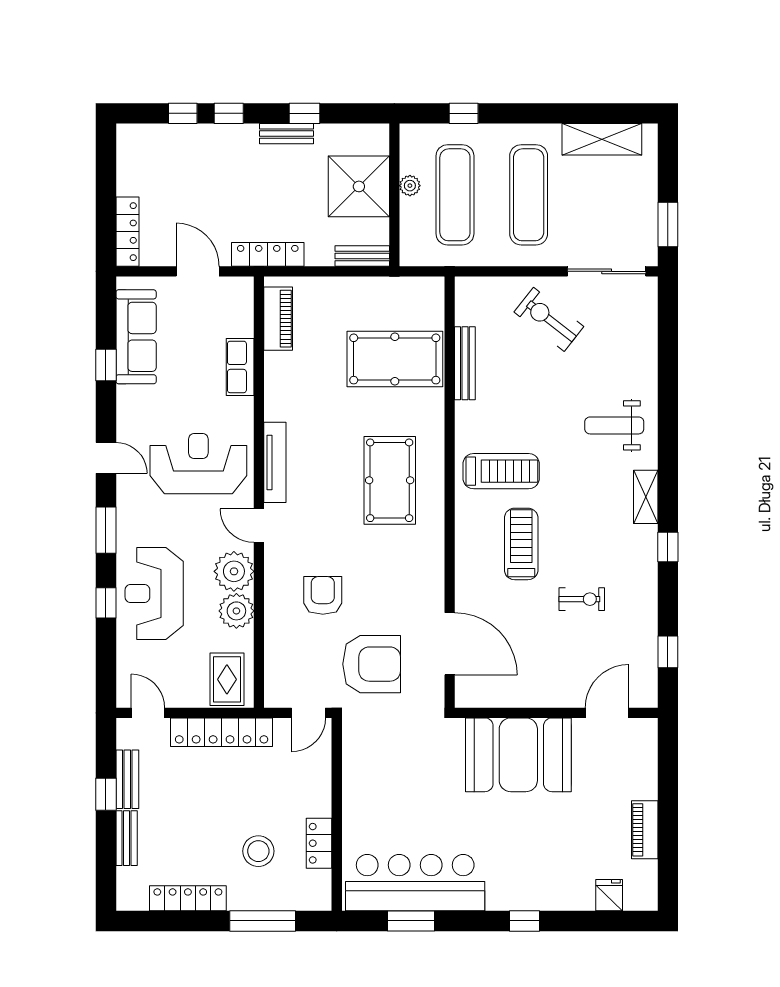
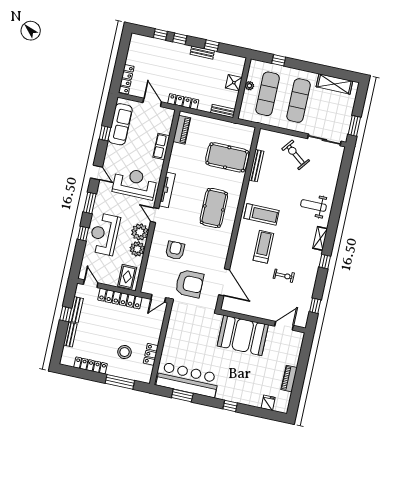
shower: (359, 186) -> (234, 83), width x0.54, depth x0.54

